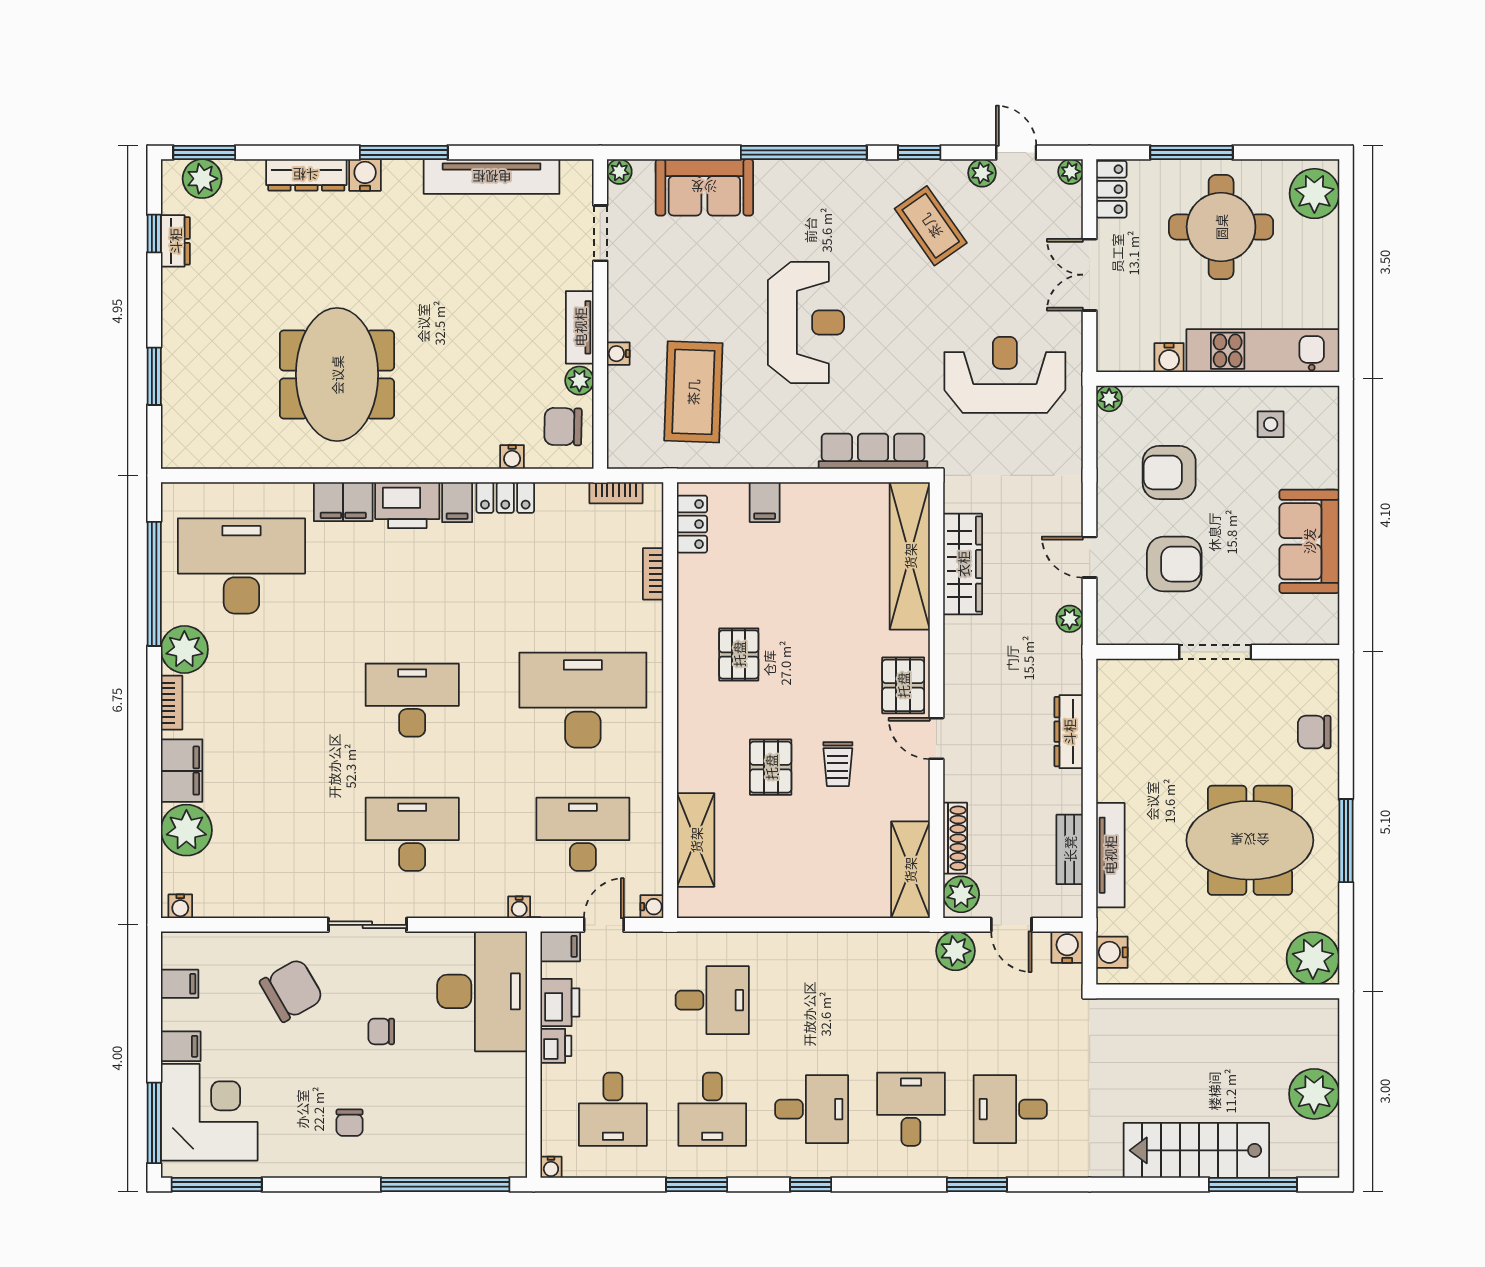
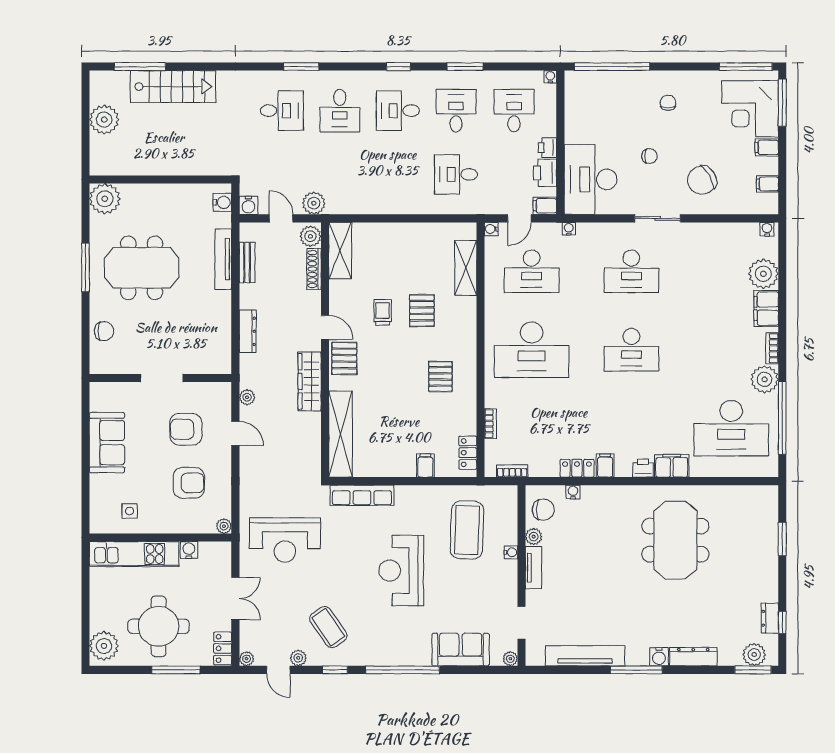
printer: (407, 505) -> (643, 468), width x0.53, depth x0.68
wardrobe: (963, 564) -> (310, 381), moved

